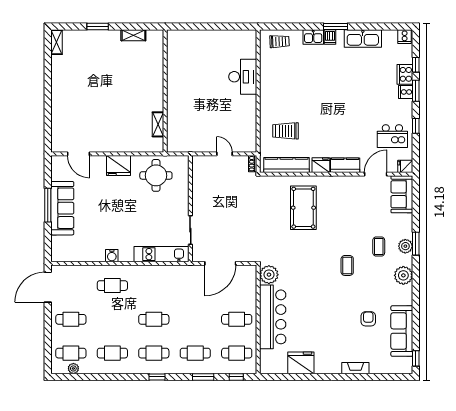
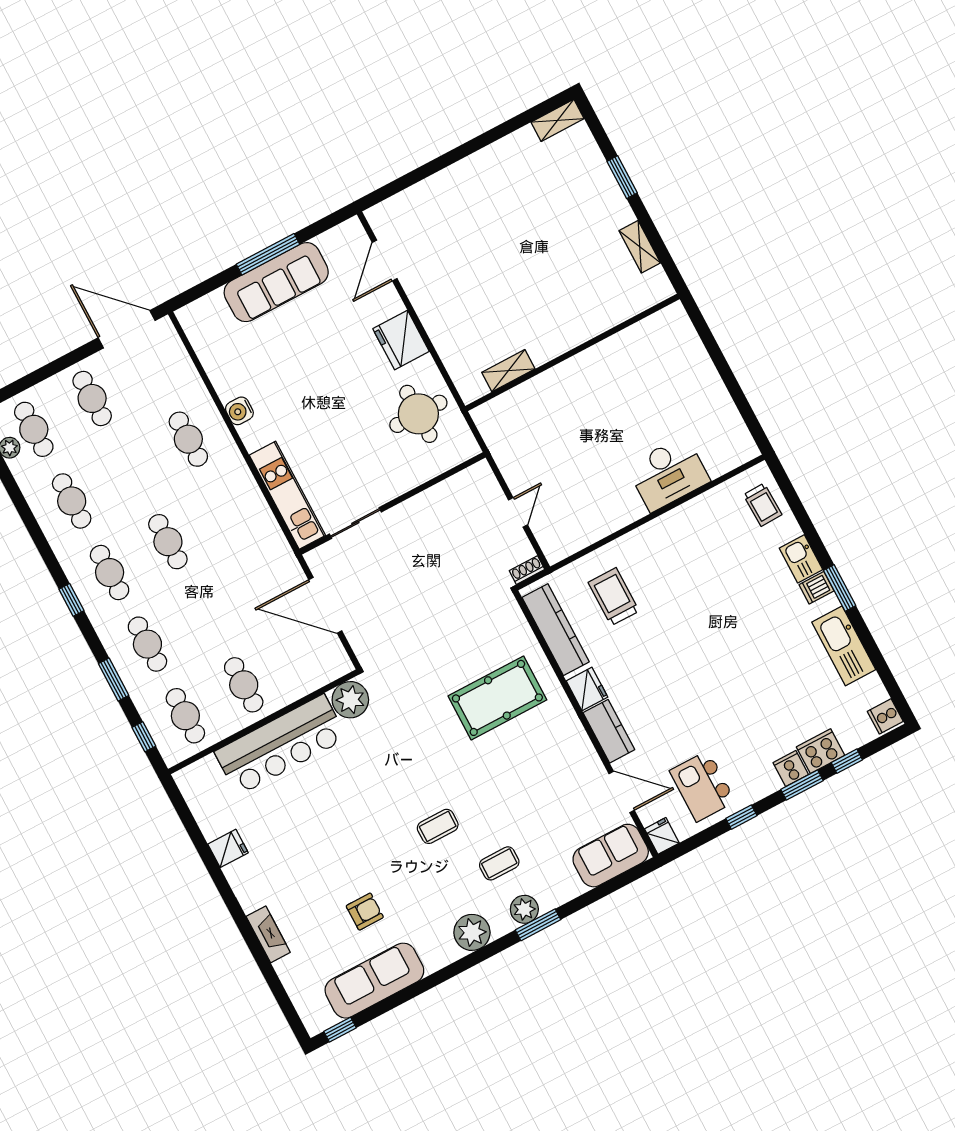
fridge: (301, 363) -> (228, 848), width x0.53, depth x0.75

